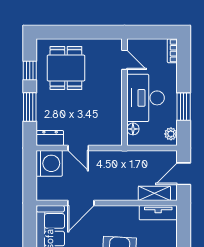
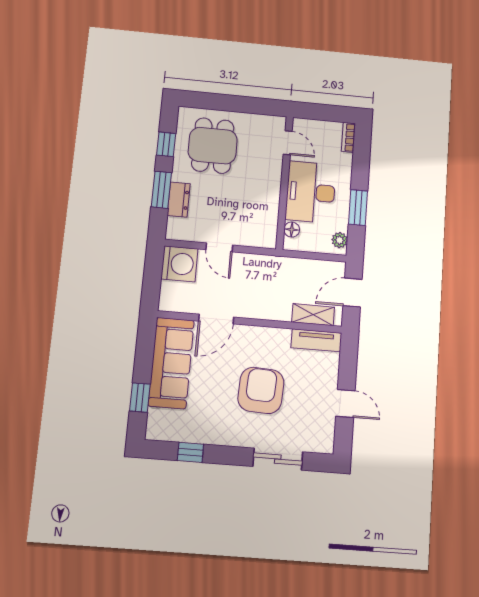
dresser: (50, 138) -> (179, 200), moved, turned 90

